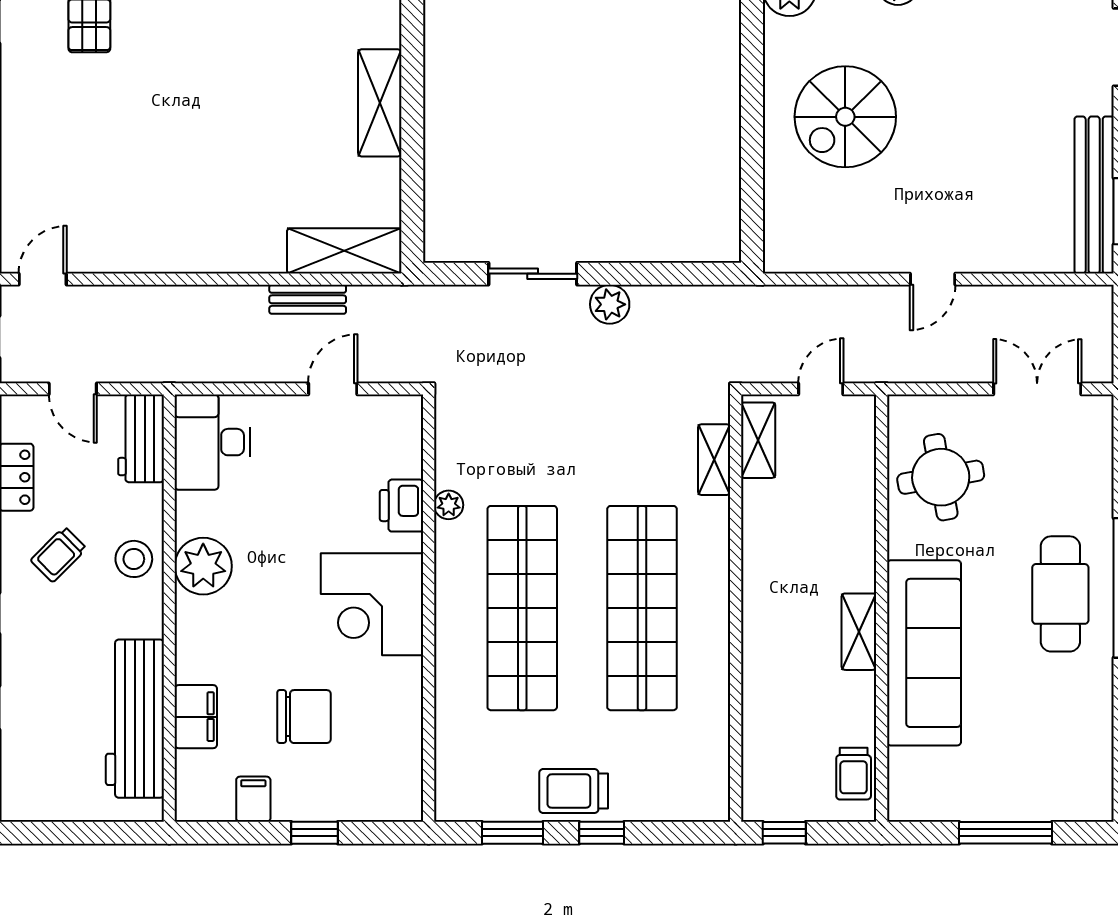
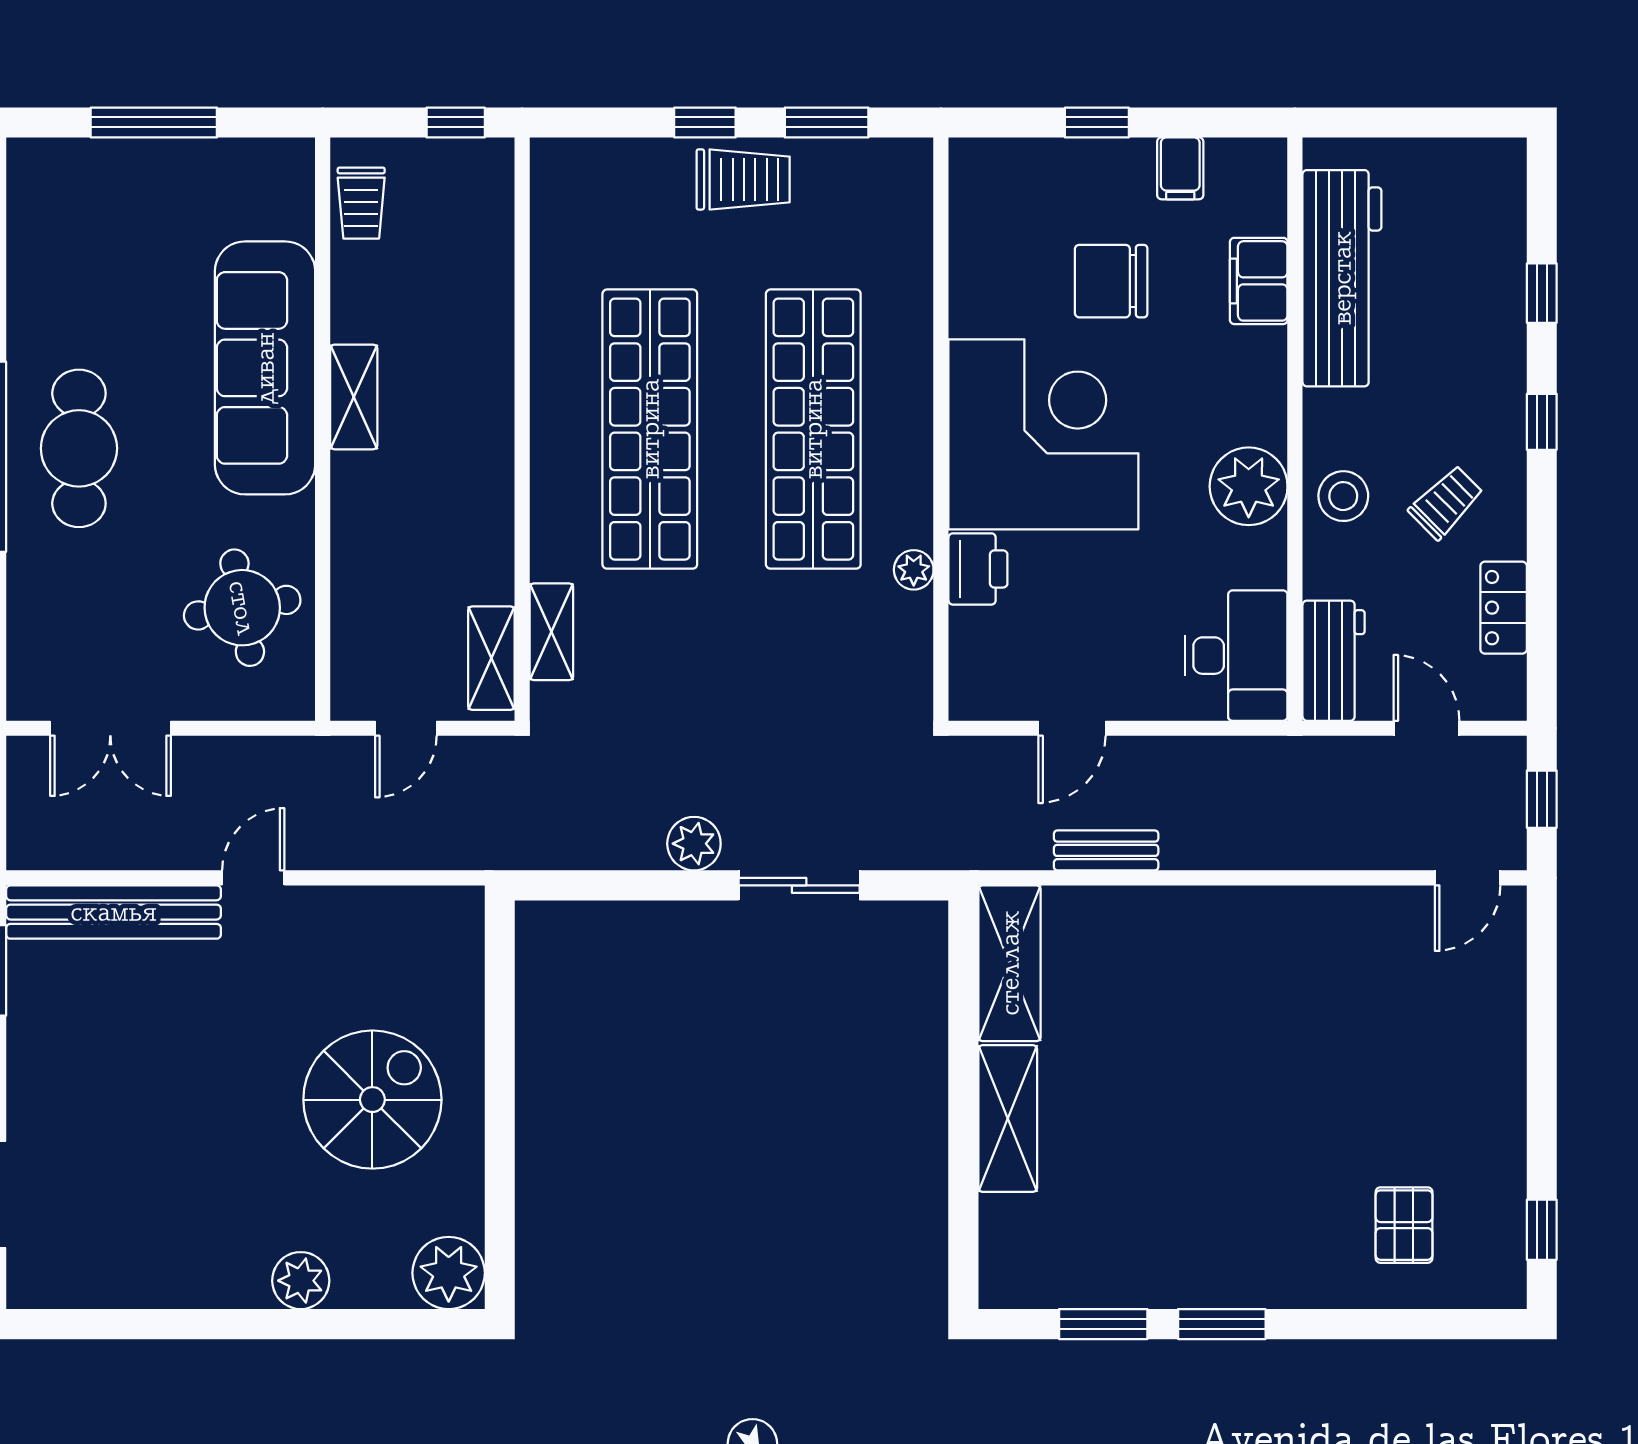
bench: (1094, 195) -> (114, 912), moved, turned 90
shelving: (344, 251) -> (1010, 963), moved, turned 90
corner desk: (372, 604) -> (1043, 434), width x1.36, depth x1.36
trolley: (854, 774) -> (361, 203), turned 180

